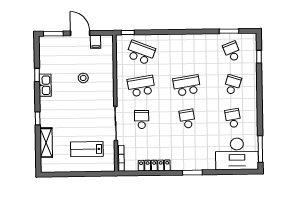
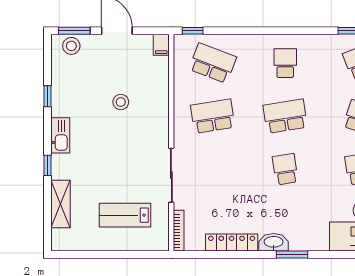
filing cabinet: (96, 42) -> (161, 45), moved
stool: (52, 43) -> (71, 46), added
kitchen sink: (45, 85) -> (60, 135), moved
school desk: (142, 119) -> (285, 63), moved
washbasin: (181, 165) -> (274, 242), added

